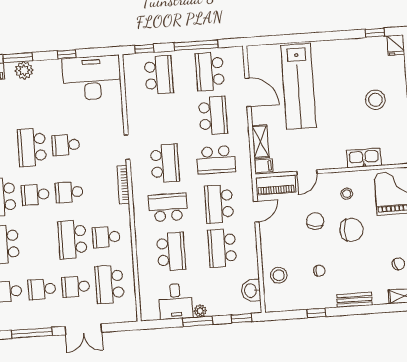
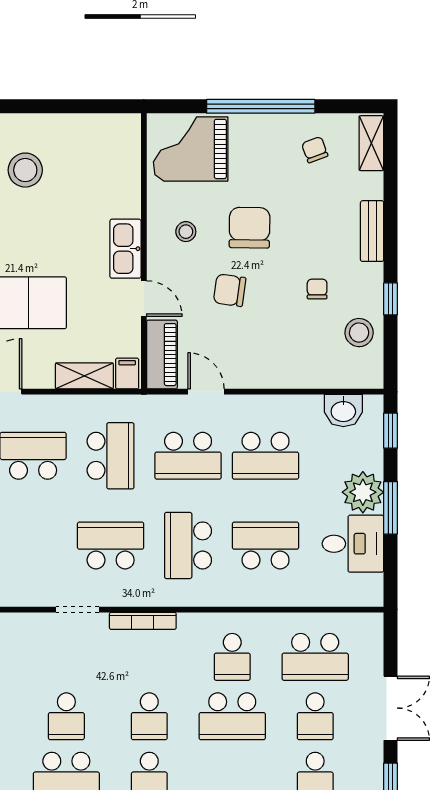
kitchen sink: (364, 158) -> (125, 249), moved
stool: (279, 275) -> (359, 333), moved
plant: (200, 311) -> (363, 492), width x1.88, depth x1.88

